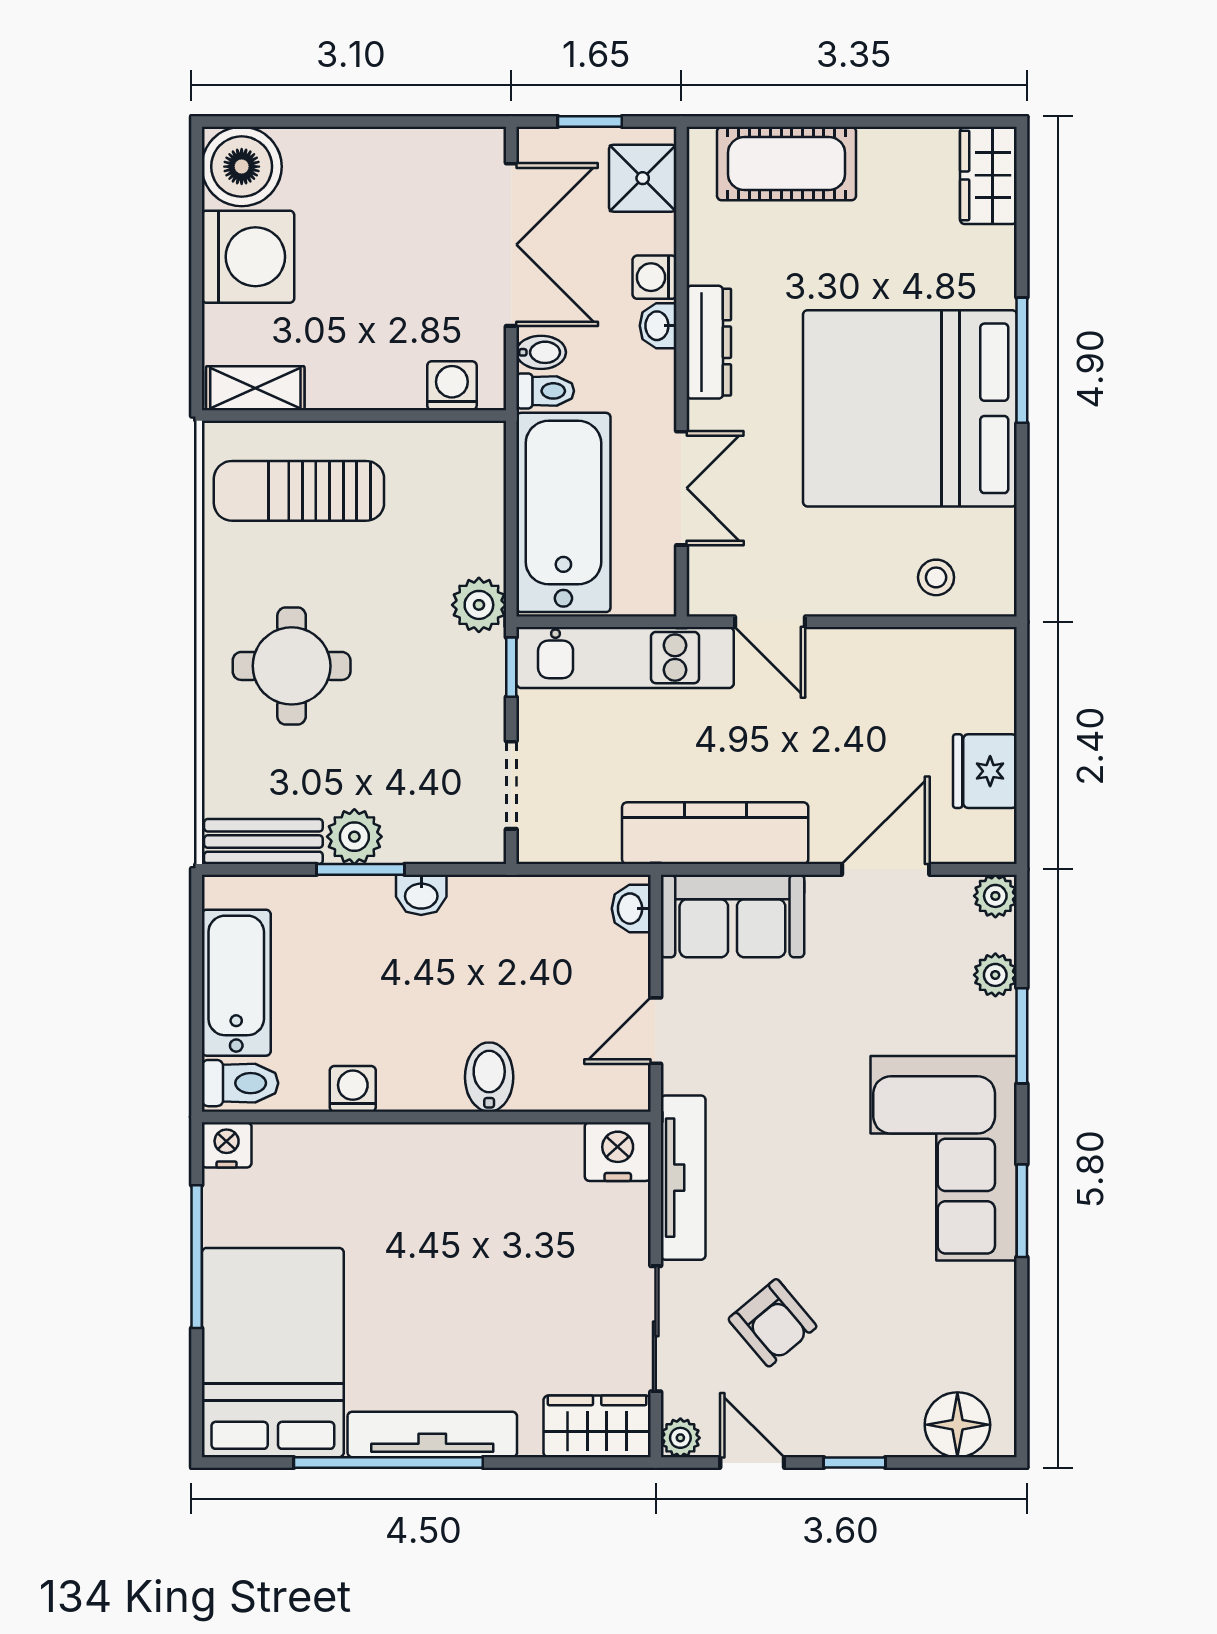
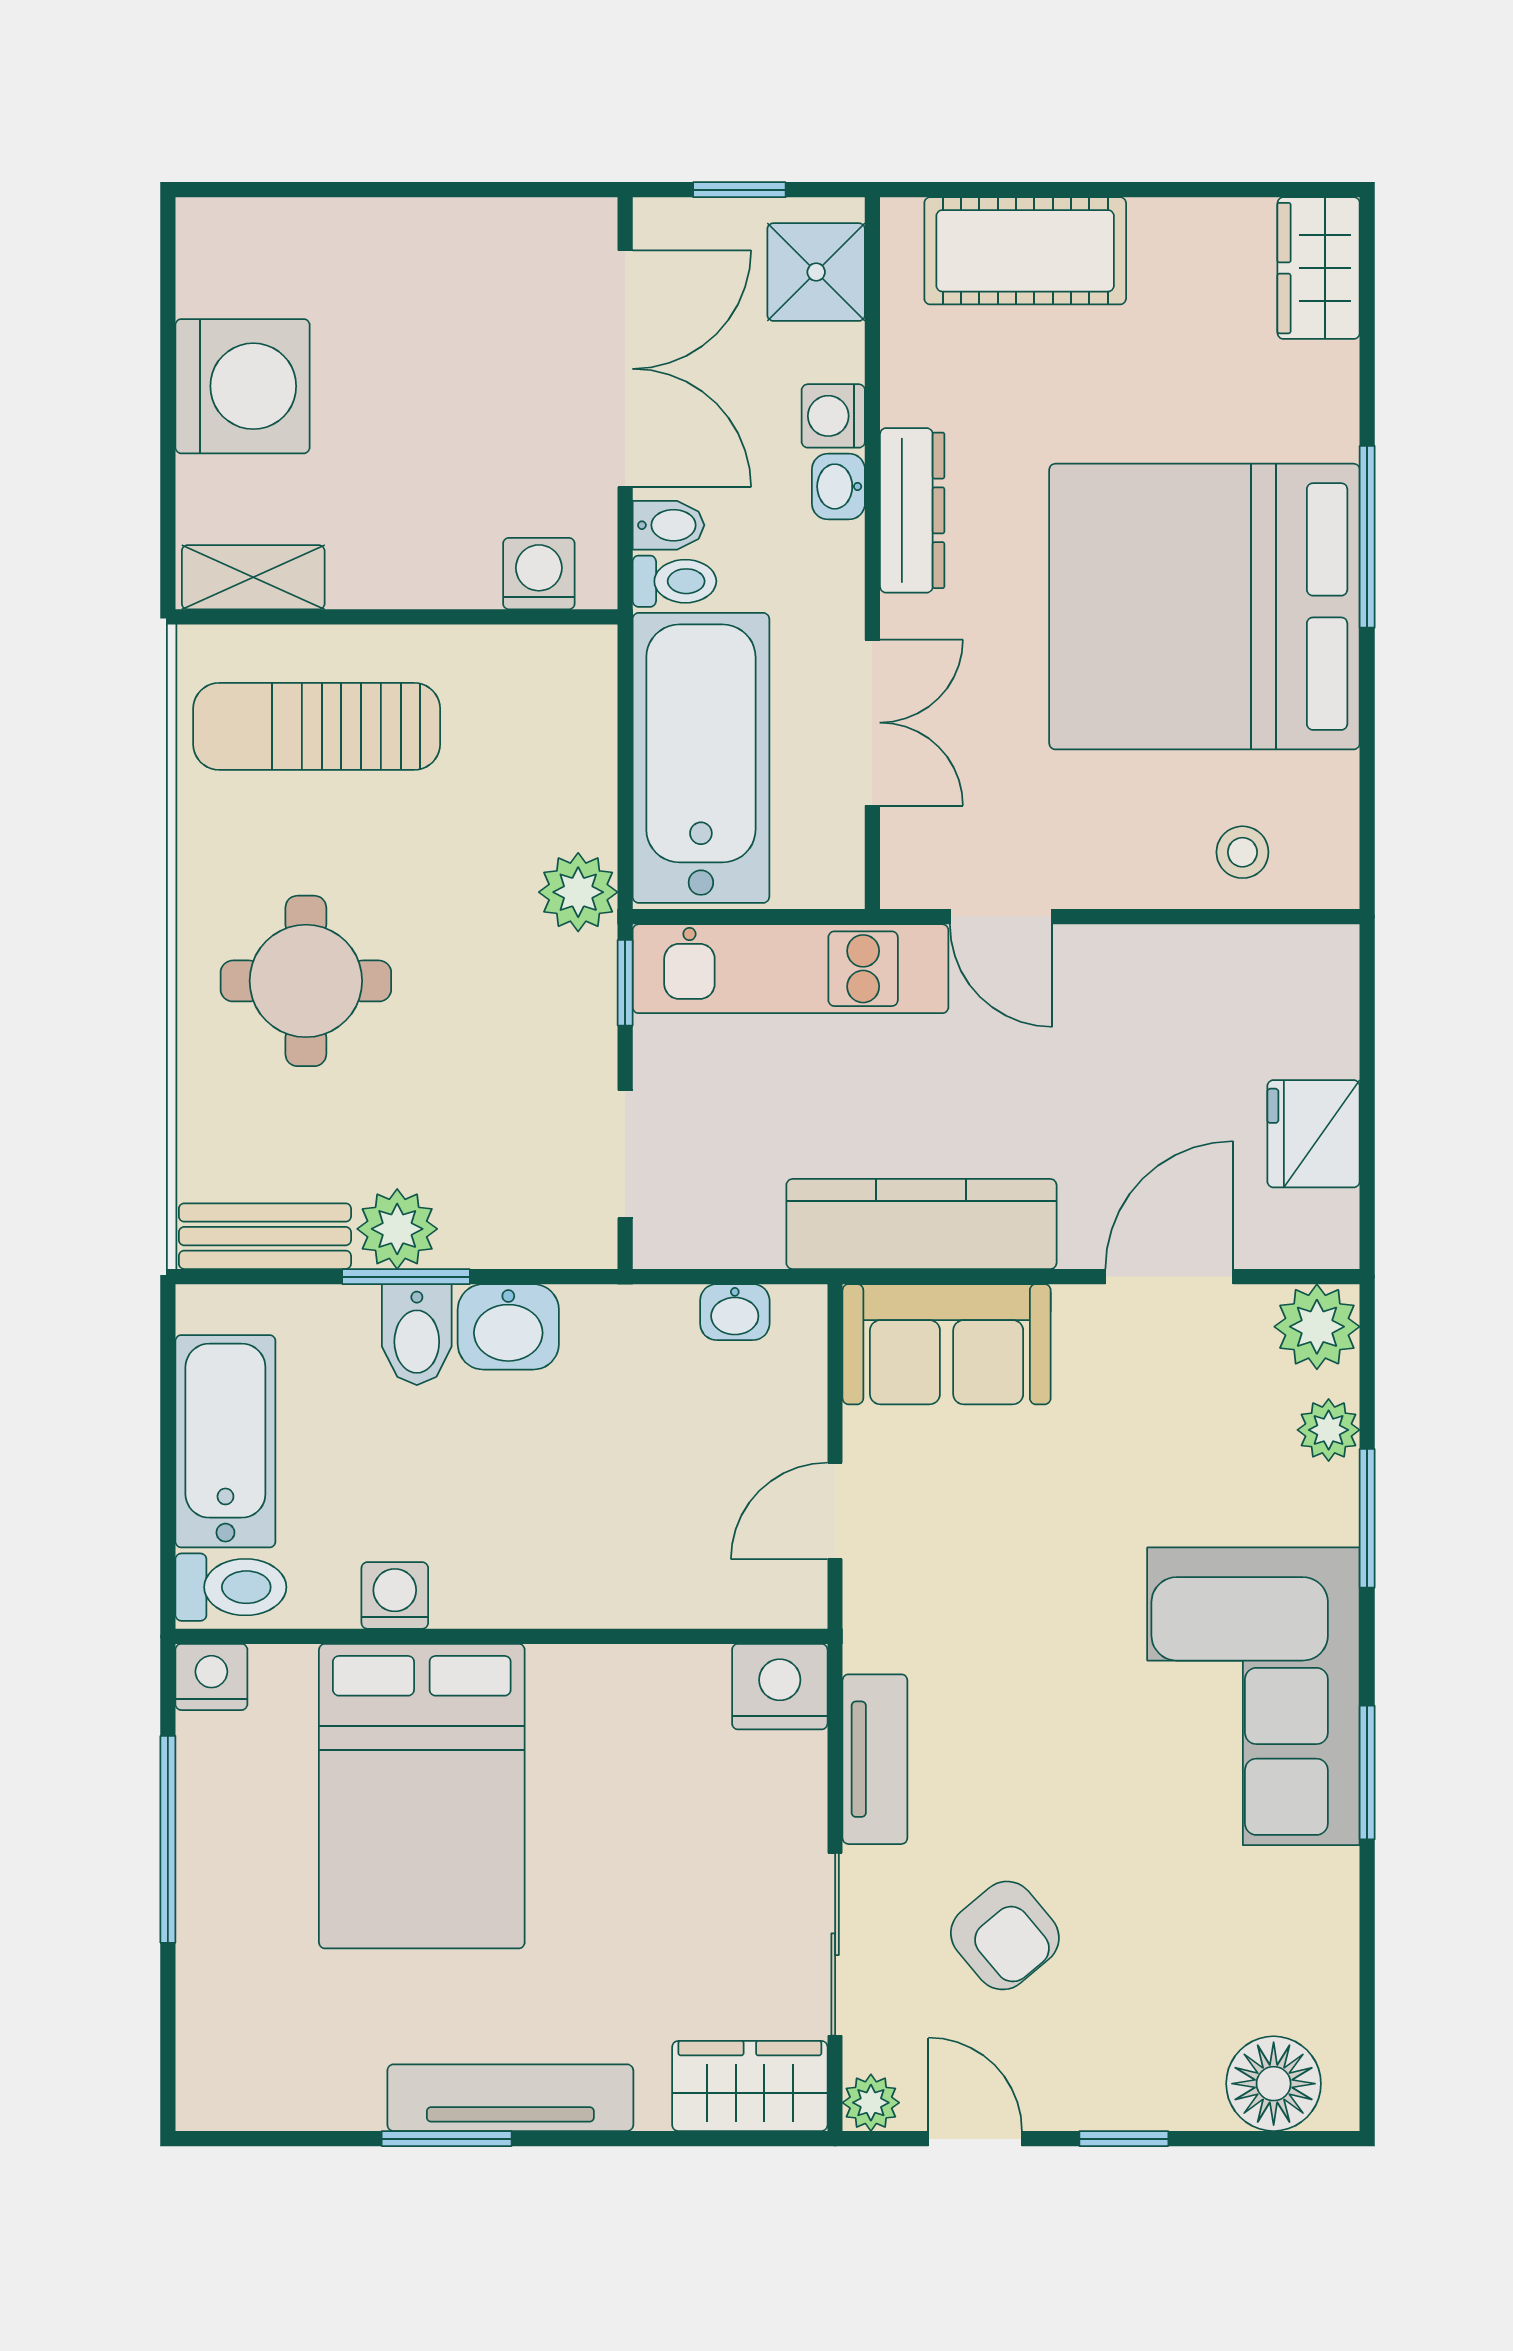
boiler: (242, 167) -> (233, 255), removed
washbasin: (421, 895) -> (508, 1327), width x1.38, depth x1.45
plant: (995, 896) -> (1317, 1327), width x1.38, depth x1.38
washbasin: (631, 909) -> (735, 1312), moved, turned -90
bidet: (489, 1077) -> (417, 1335), moved, turned 180
tv unit: (683, 1178) -> (875, 1759), width x0.71
bed: (273, 1353) -> (422, 1796), moved, turned 180
window: (388, 1463) -> (447, 2139), width x0.47

